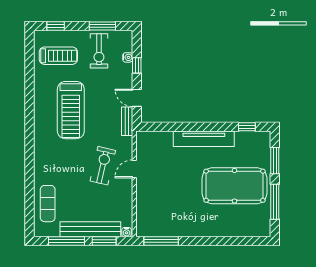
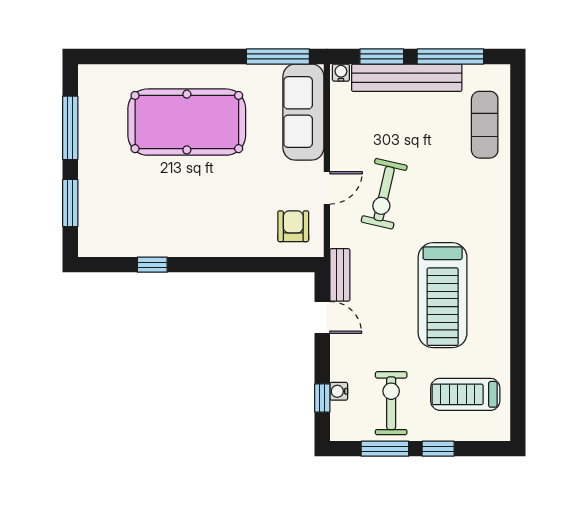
window: (56, 26) -> (438, 449), moved
window: (137, 65) -> (322, 398), moved
treadmill: (71, 110) -> (443, 295), turned 180
window: (247, 127) -> (152, 265), moved
tv unit: (204, 139) -> (200, 243), removed
armchair: (153, 148) -> (293, 226), added
pool table: (235, 186) -> (187, 122), moved
sofa: (147, 210) -> (303, 112), added

